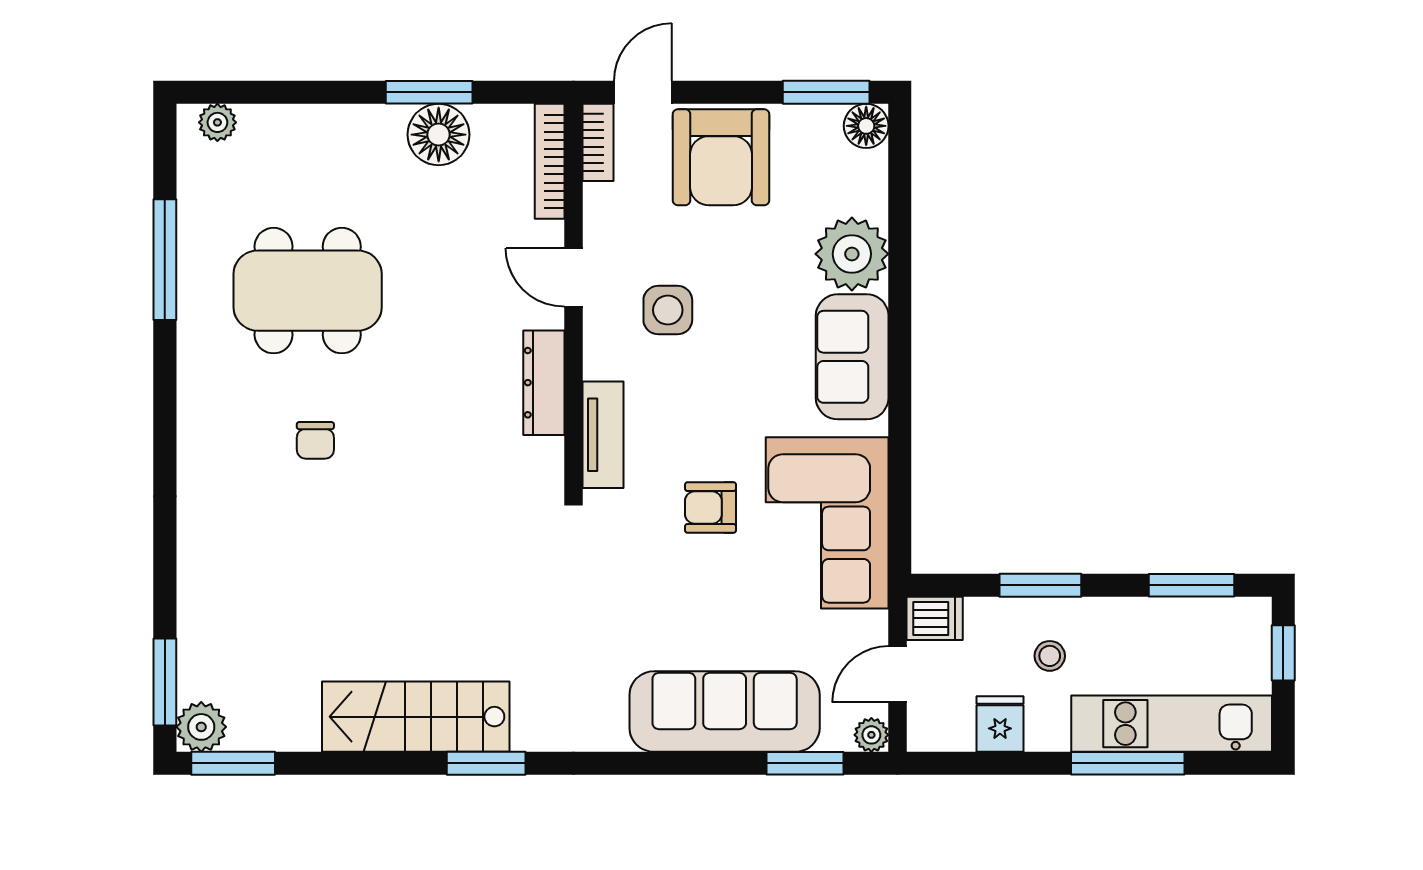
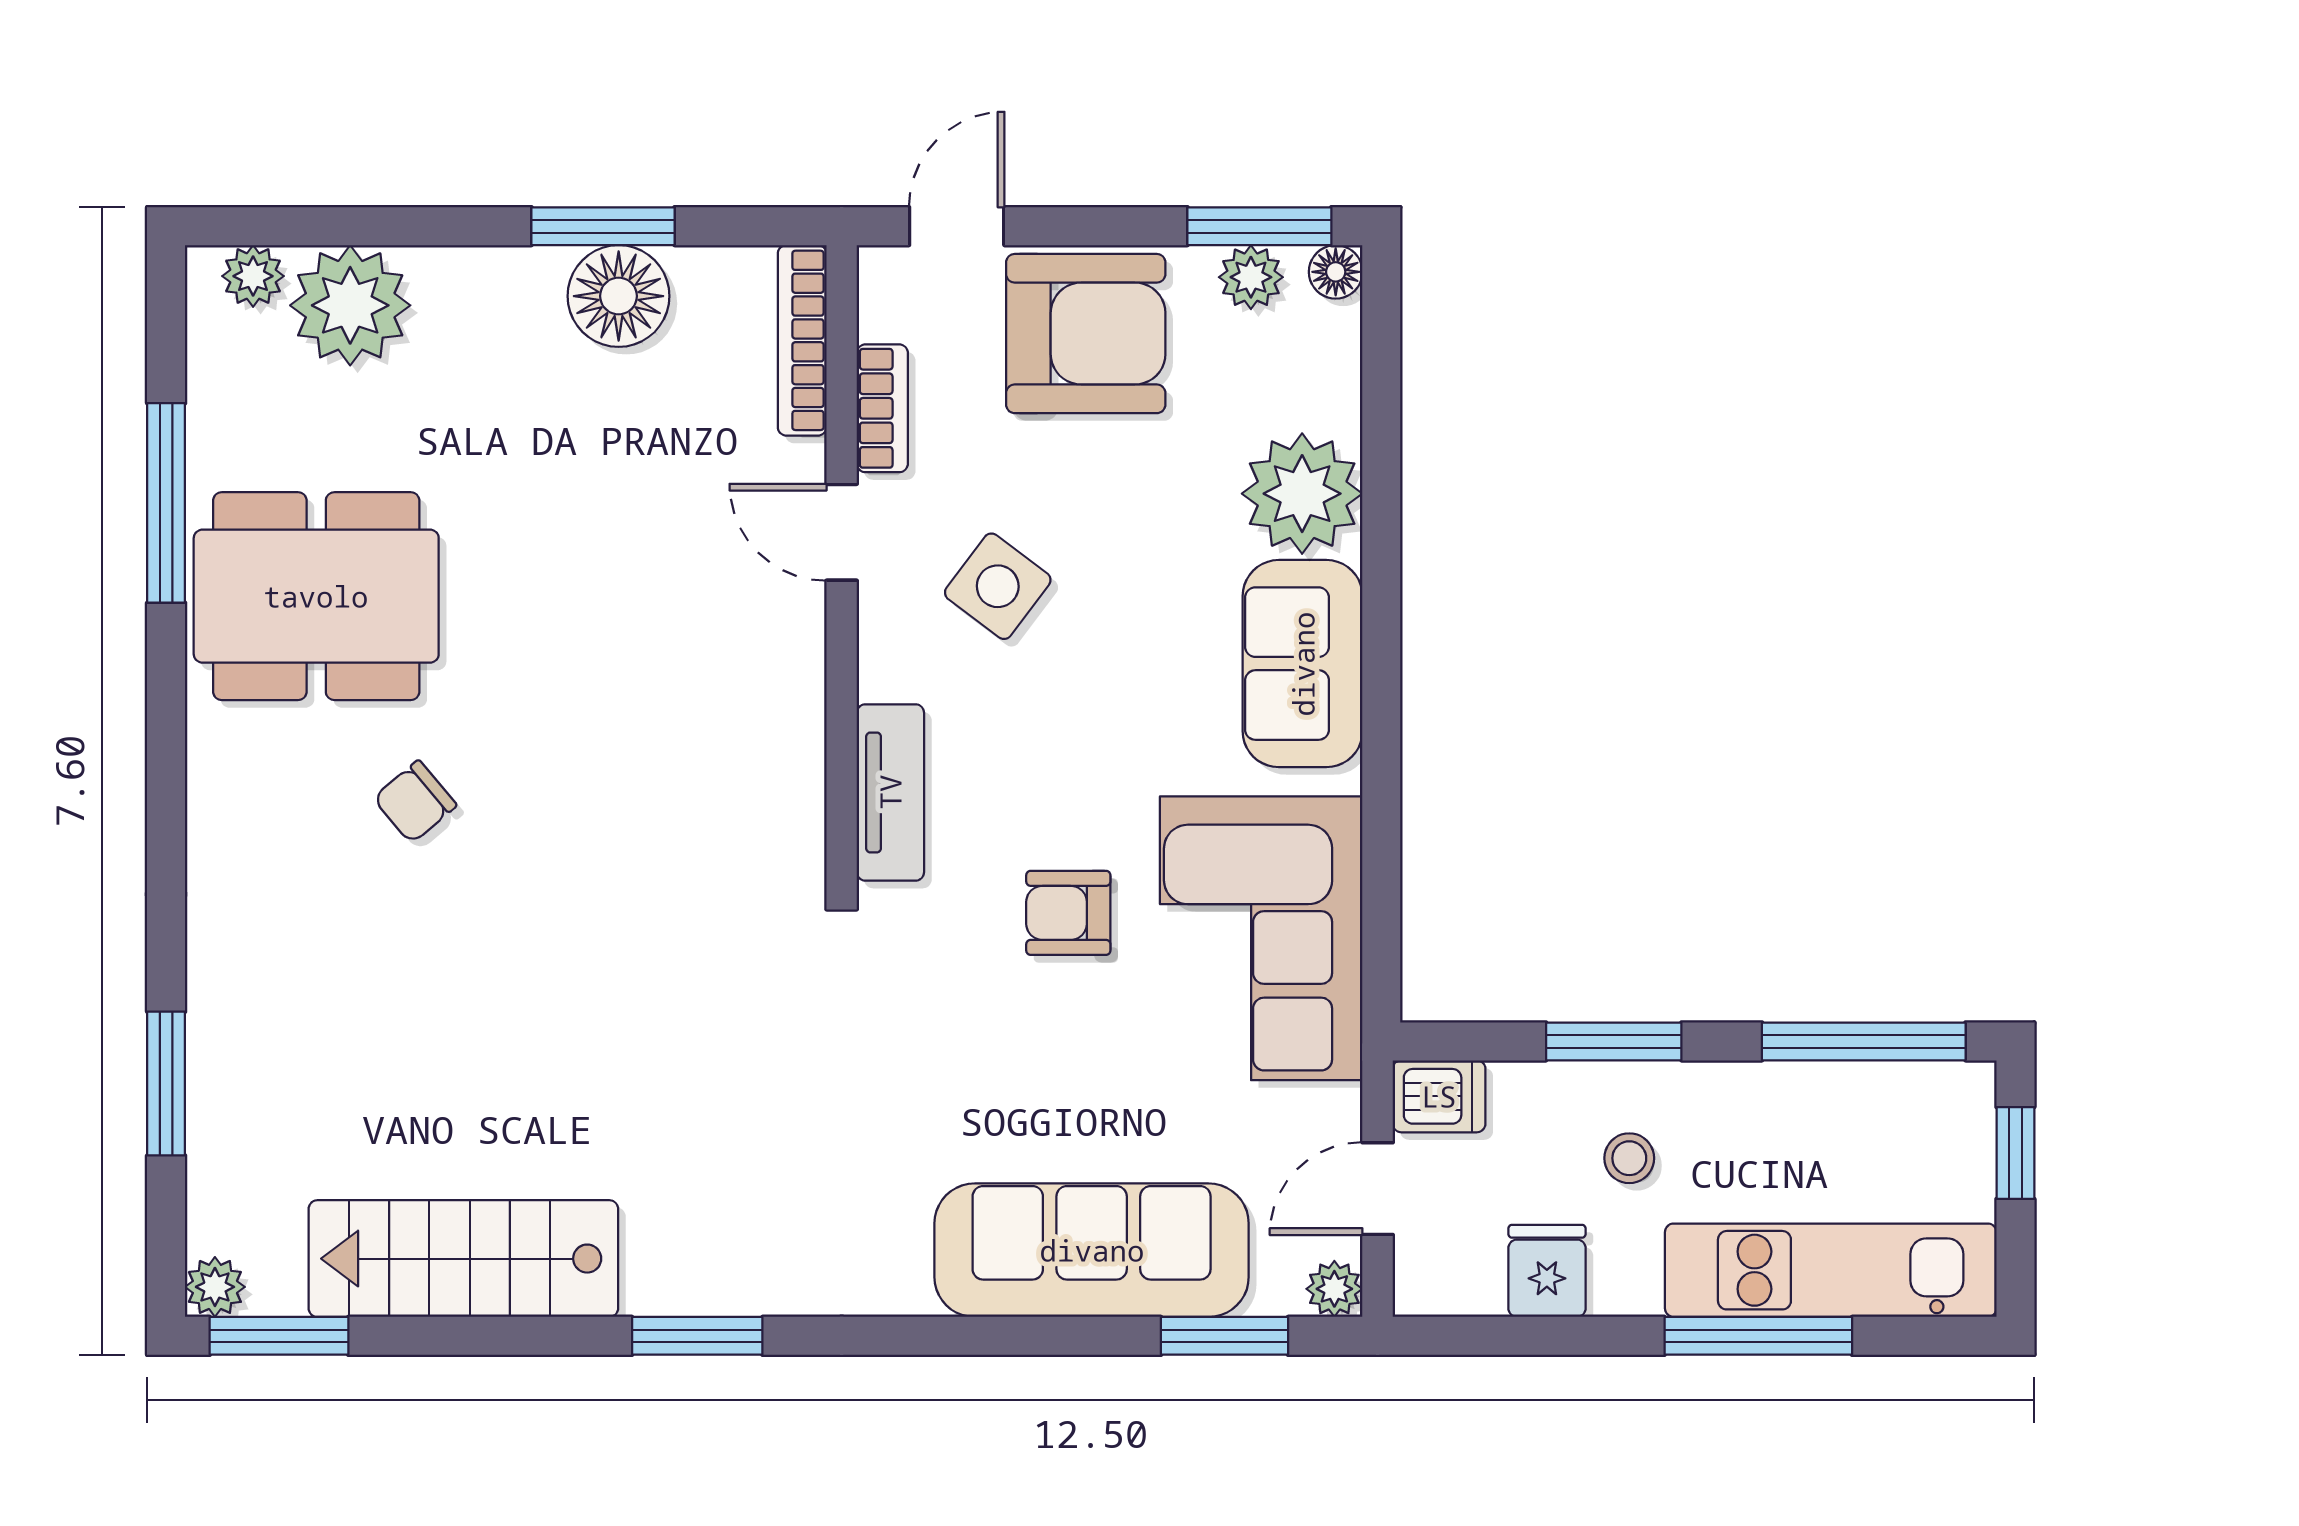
plant: (821, 123) -> (1251, 277), added
floor lamp: (866, 126) -> (1336, 272), width x0.73, depth x0.73
plant: (276, 140) -> (350, 305), added
bookcase: (598, 142) -> (882, 408), moved
armchair: (721, 157) -> (1086, 334), turned -90
dining table: (308, 291) -> (316, 596), moved
side table: (668, 310) -> (998, 586), turned 37
dresser: (544, 383) -> (793, 706), removed
chair: (315, 440) -> (415, 802), turned 50
window: (1192, 585) -> (1864, 1041), width x1.44
window: (165, 682) -> (166, 1084), moved
stairs: (416, 717) -> (463, 1259), moved
plant: (201, 727) -> (215, 1287), width x0.73, depth x0.73

